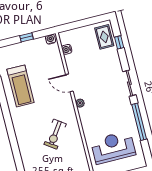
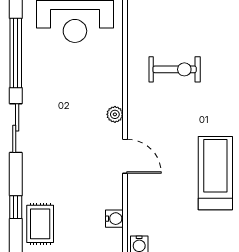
exercise bike: (55, 134) -> (175, 69), turned 55

